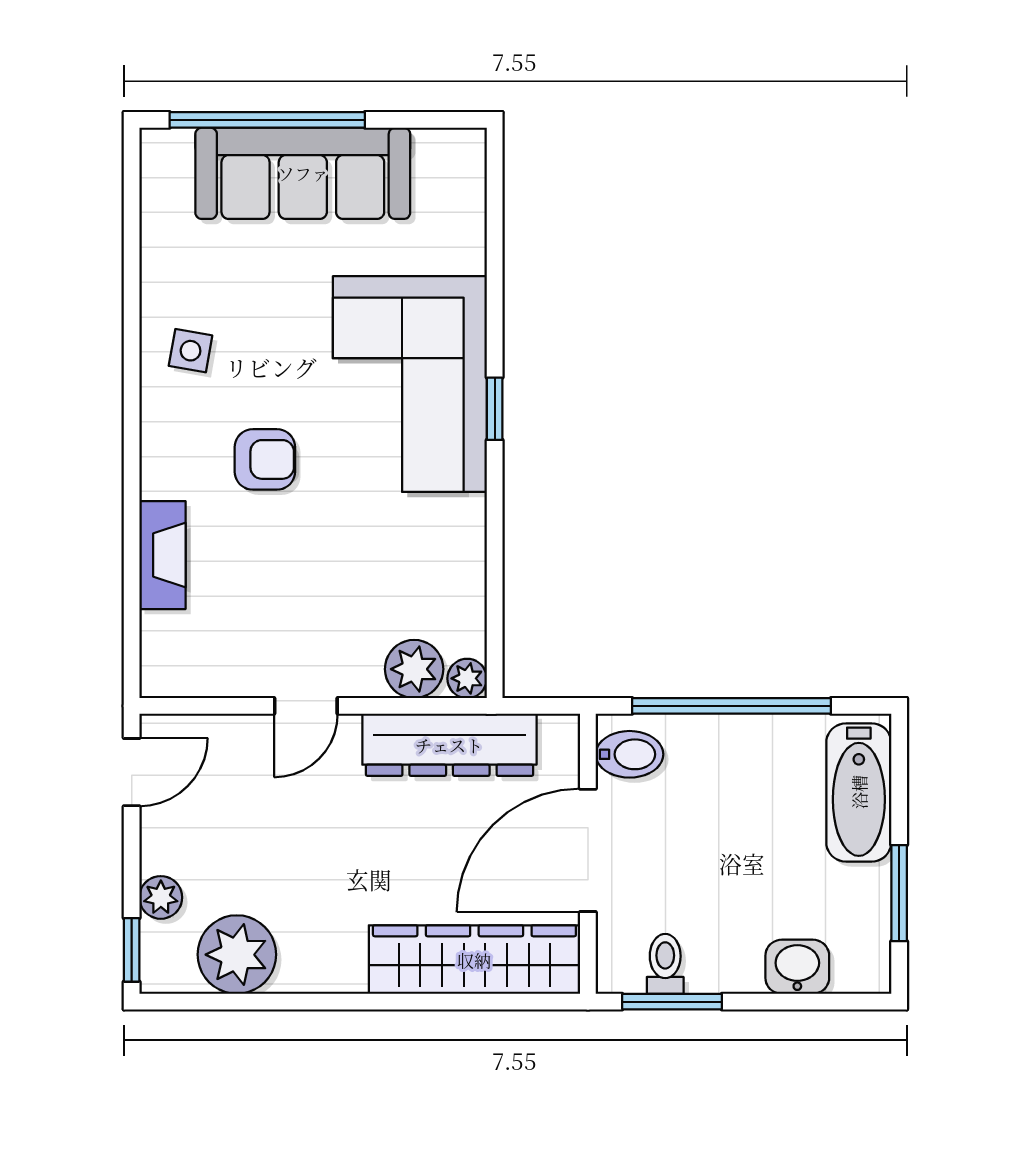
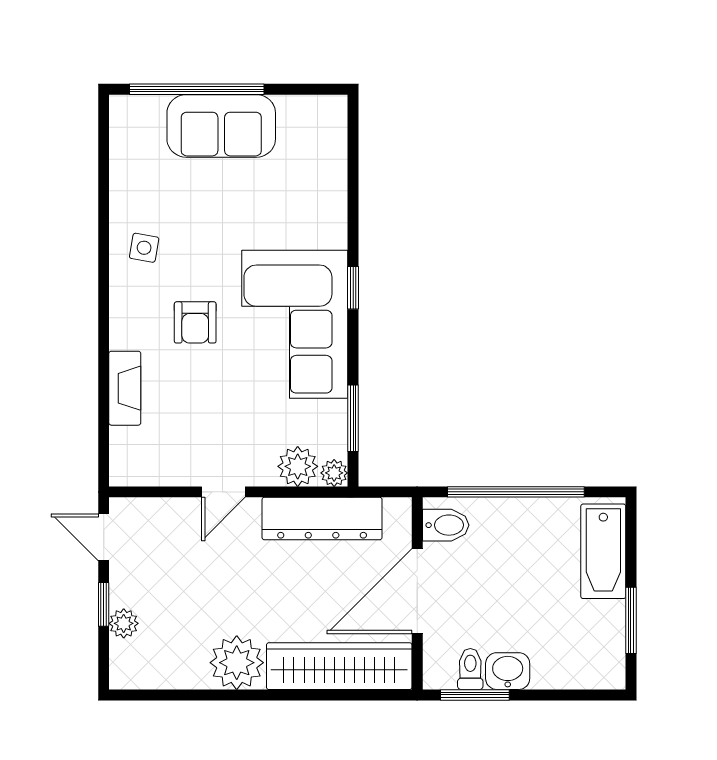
sofa: (303, 173) -> (221, 126), width x0.73
corner sofa: (410, 384) -> (295, 324), moved
armchair: (265, 459) -> (195, 322), turned 90
window: (495, 599) -> (353, 418), added
door: (132, 772) -> (104, 537), swing flipped
window: (132, 950) -> (104, 604), moved
plant: (237, 955) -> (237, 663), moved
washbasin: (797, 967) -> (508, 671), moved

